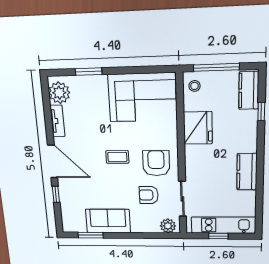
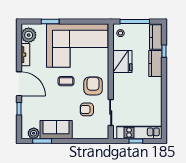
corner sofa: (142, 97) -> (77, 46), width x1.36, depth x1.36
kitchen counter: (247, 172) -> (155, 63), moved
plant: (168, 226) -> (34, 133), moved

